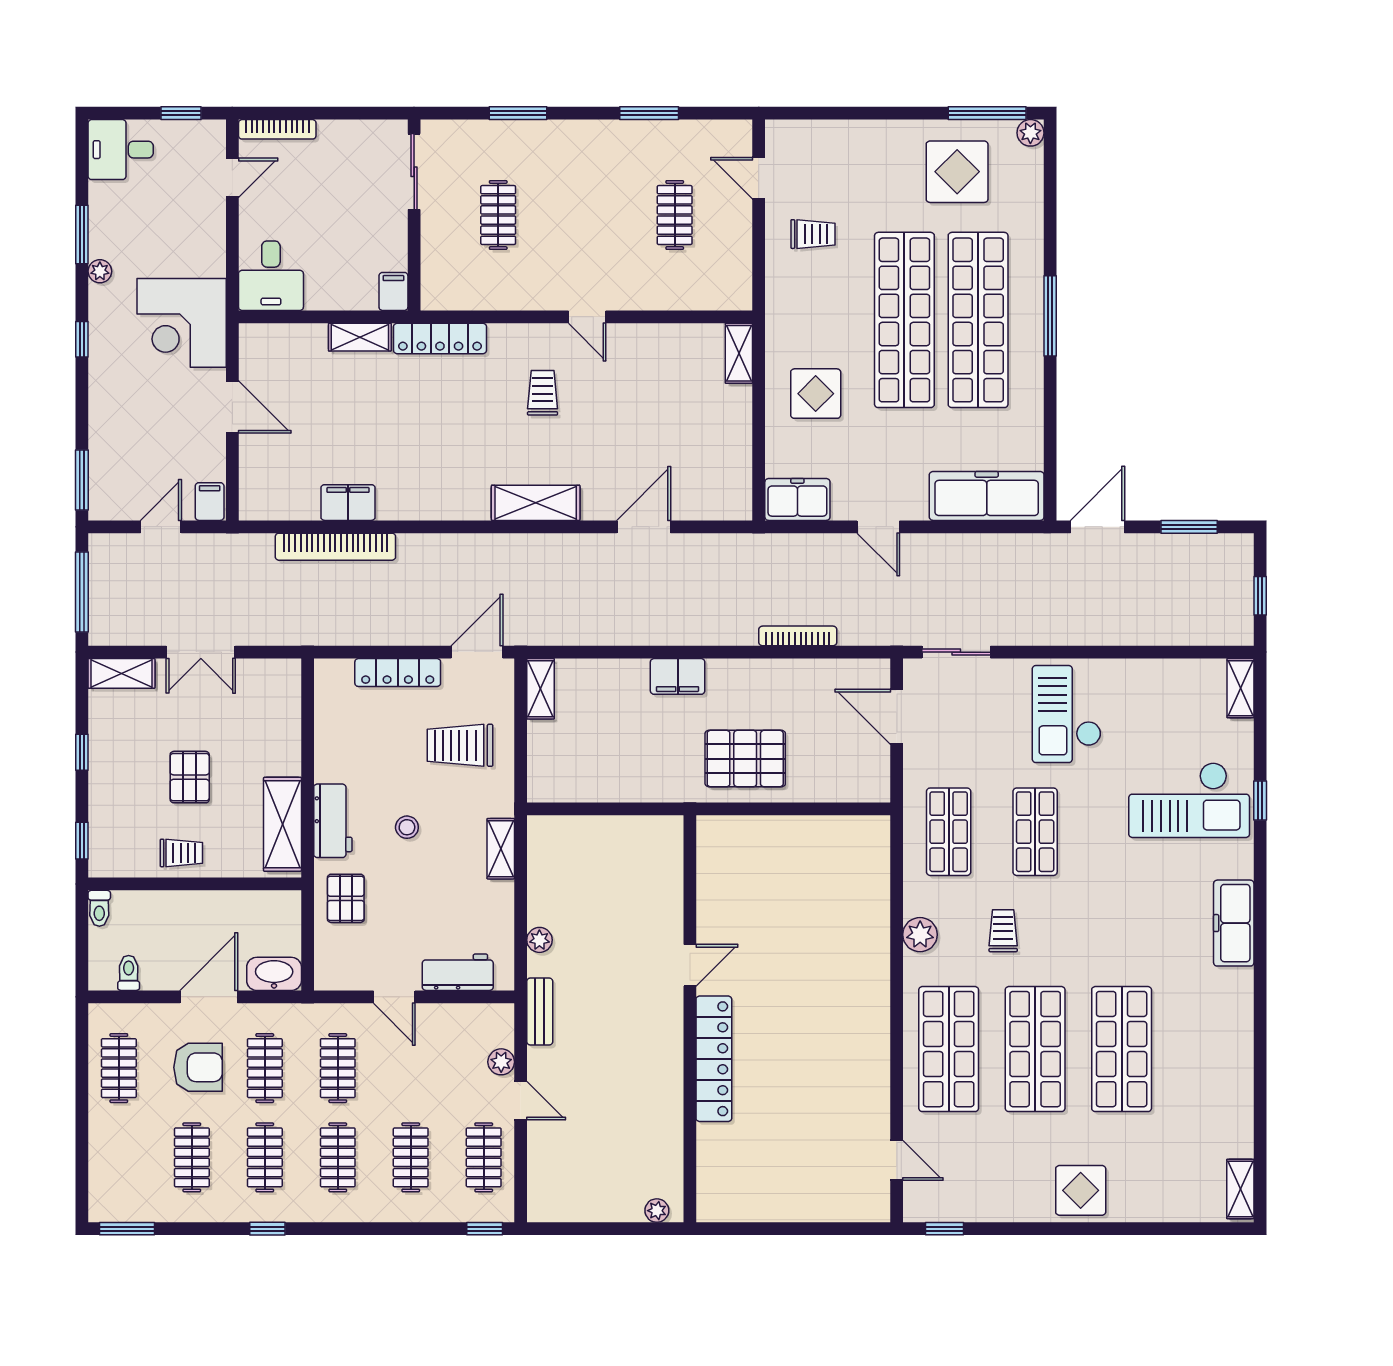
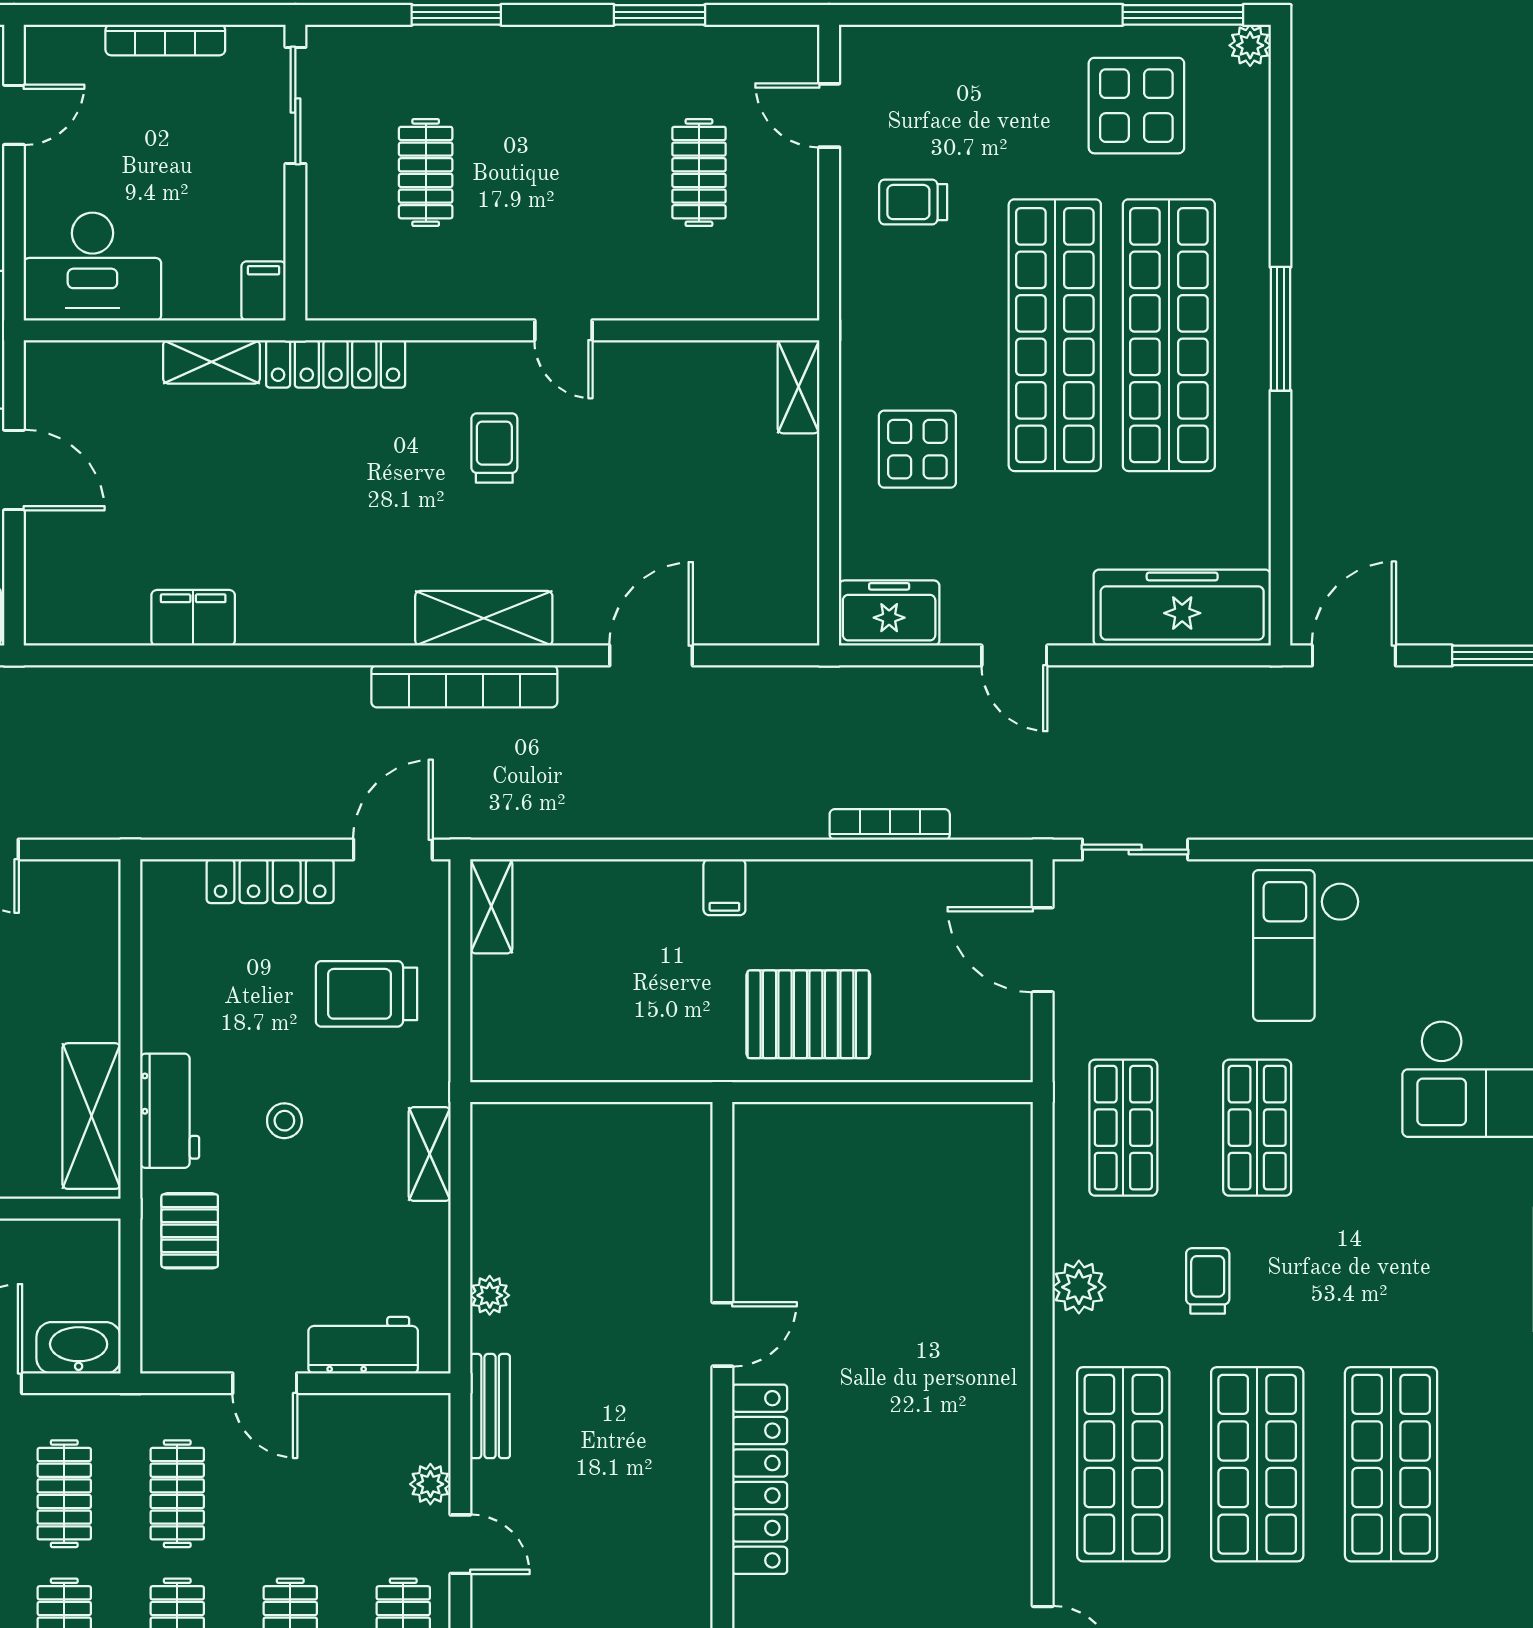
bookcase: (277, 129) -> (165, 40), moved
trolley: (813, 234) -> (913, 202), turned 180
desk: (271, 276) -> (92, 267), width x1.37
bookcase: (335, 547) -> (464, 686), moved
filing cabinet: (678, 676) -> (724, 887), width x0.50

